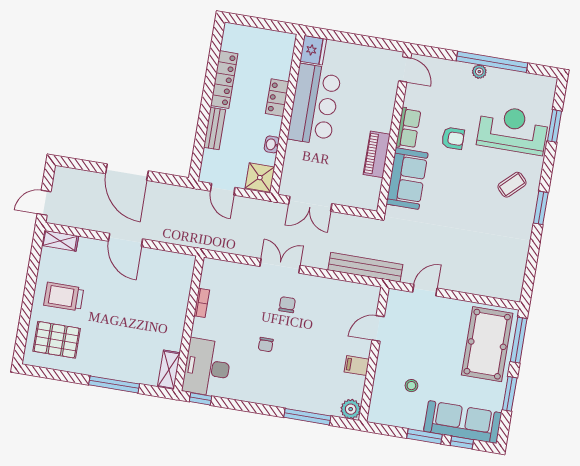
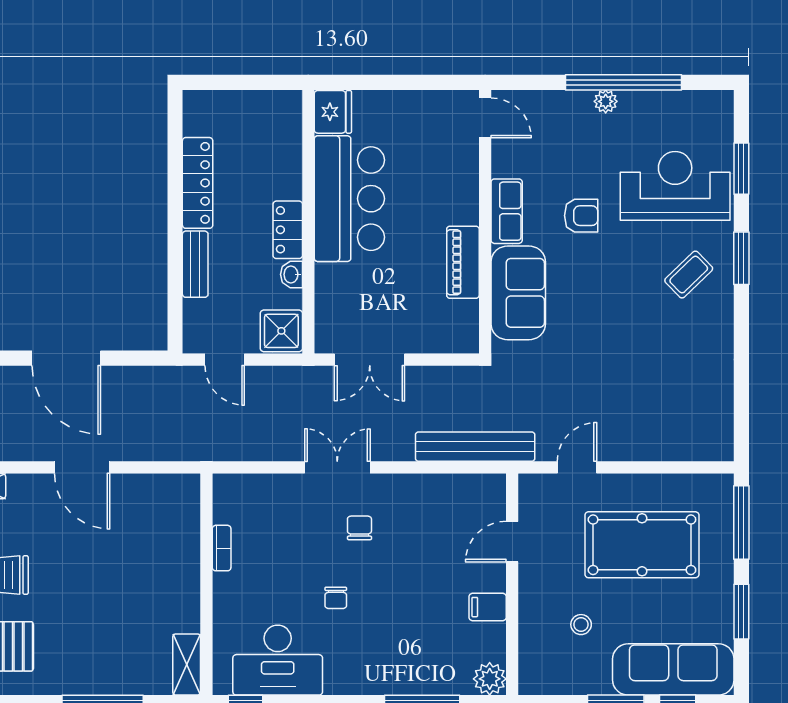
locker: (277, 98) -> (288, 230), moved
window: (541, 208) -> (741, 258), moved
pool table: (487, 344) -> (642, 545), moved, turned 90
desk: (207, 368) -> (278, 660), moved, turned -90

